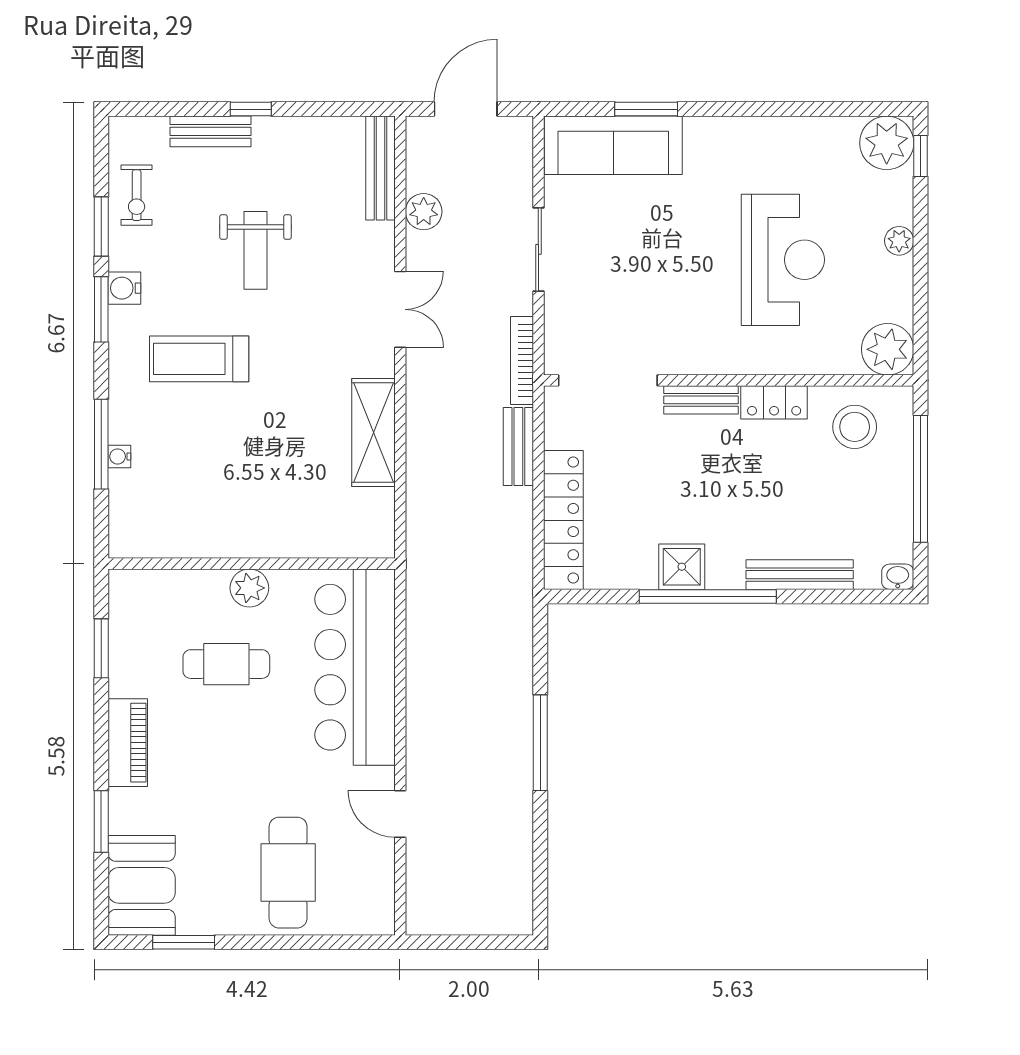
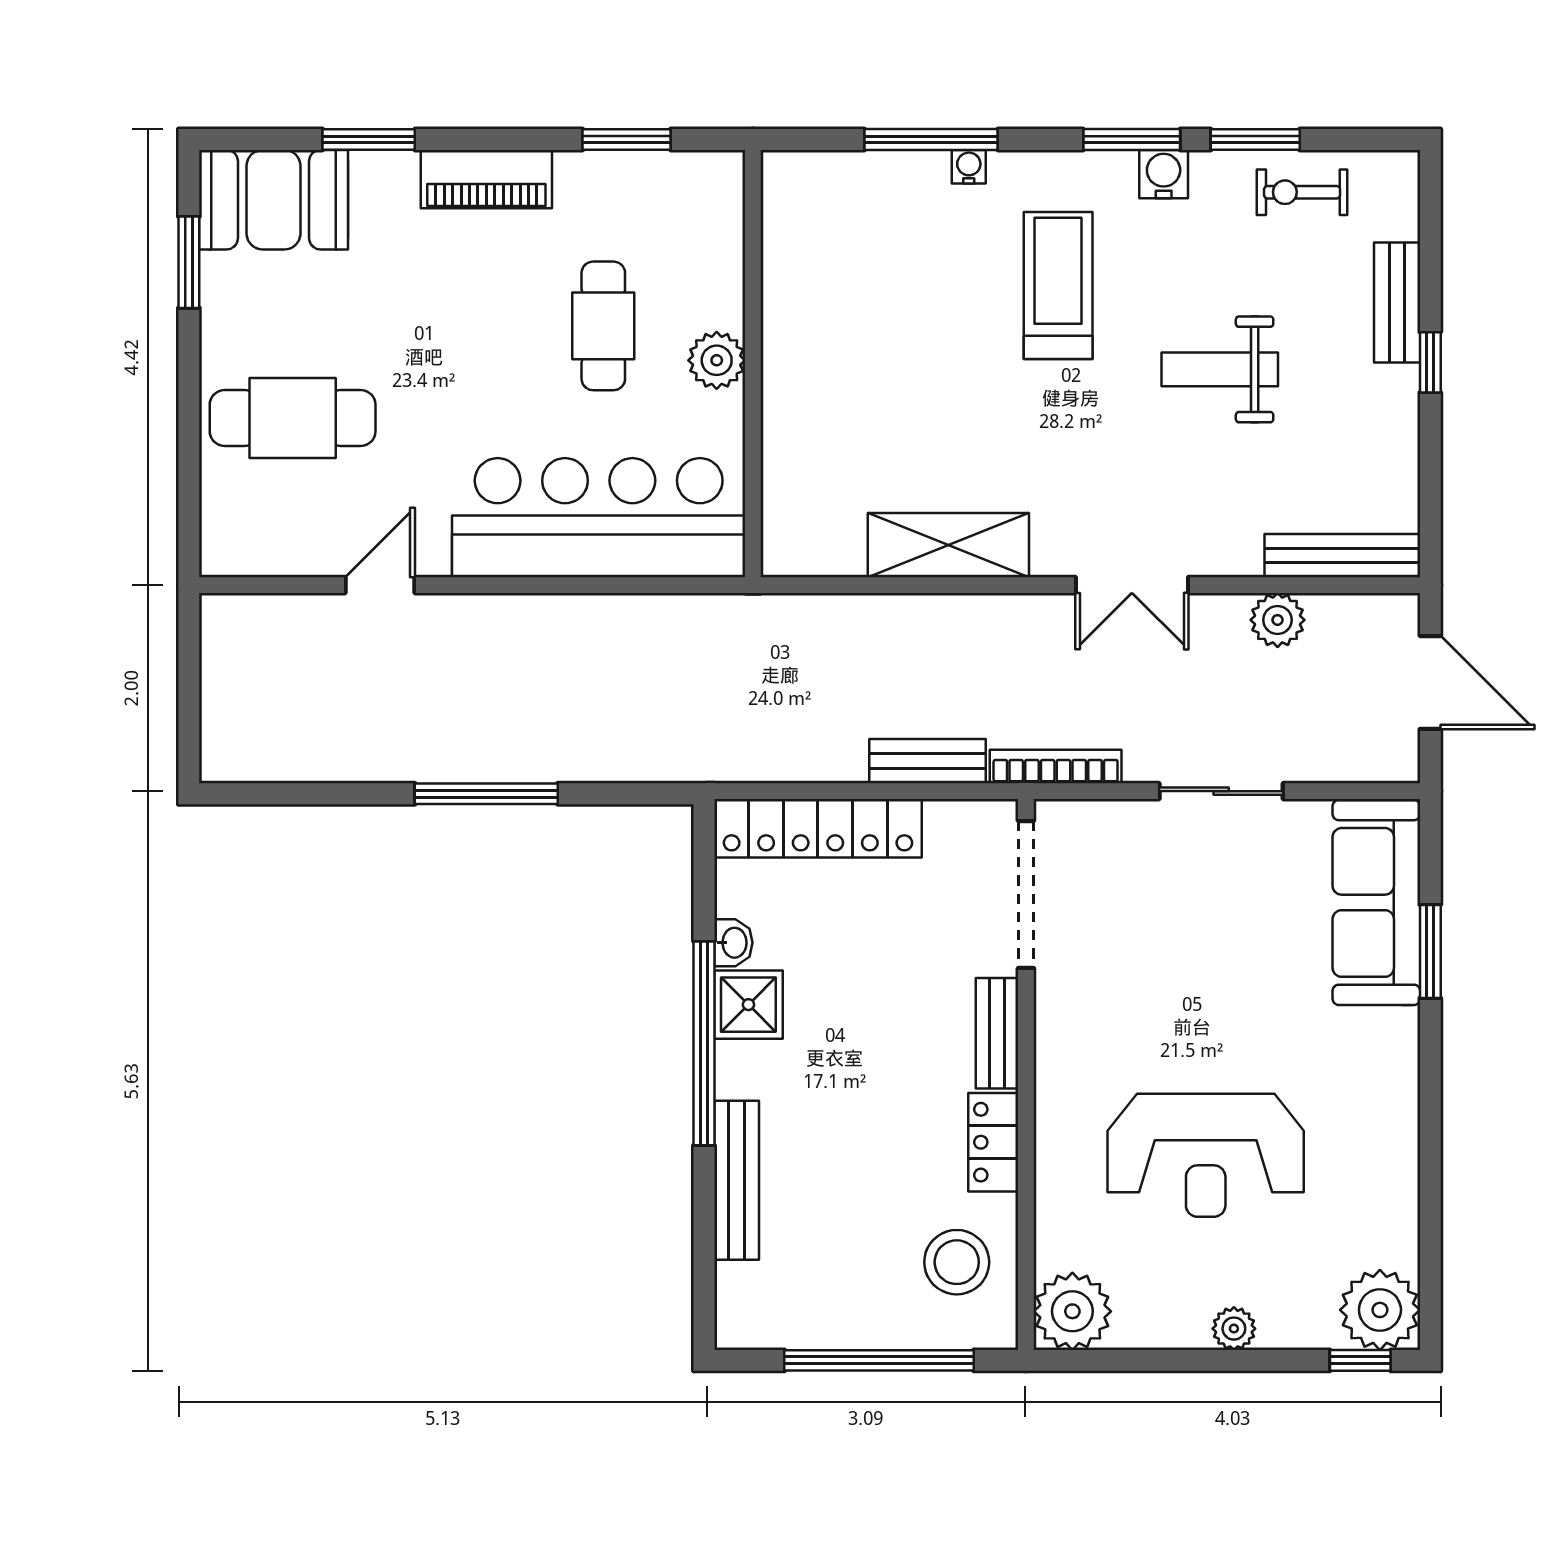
water cooler: (119, 456) -> (969, 167), moved
washbasin: (898, 577) -> (733, 943), moved

